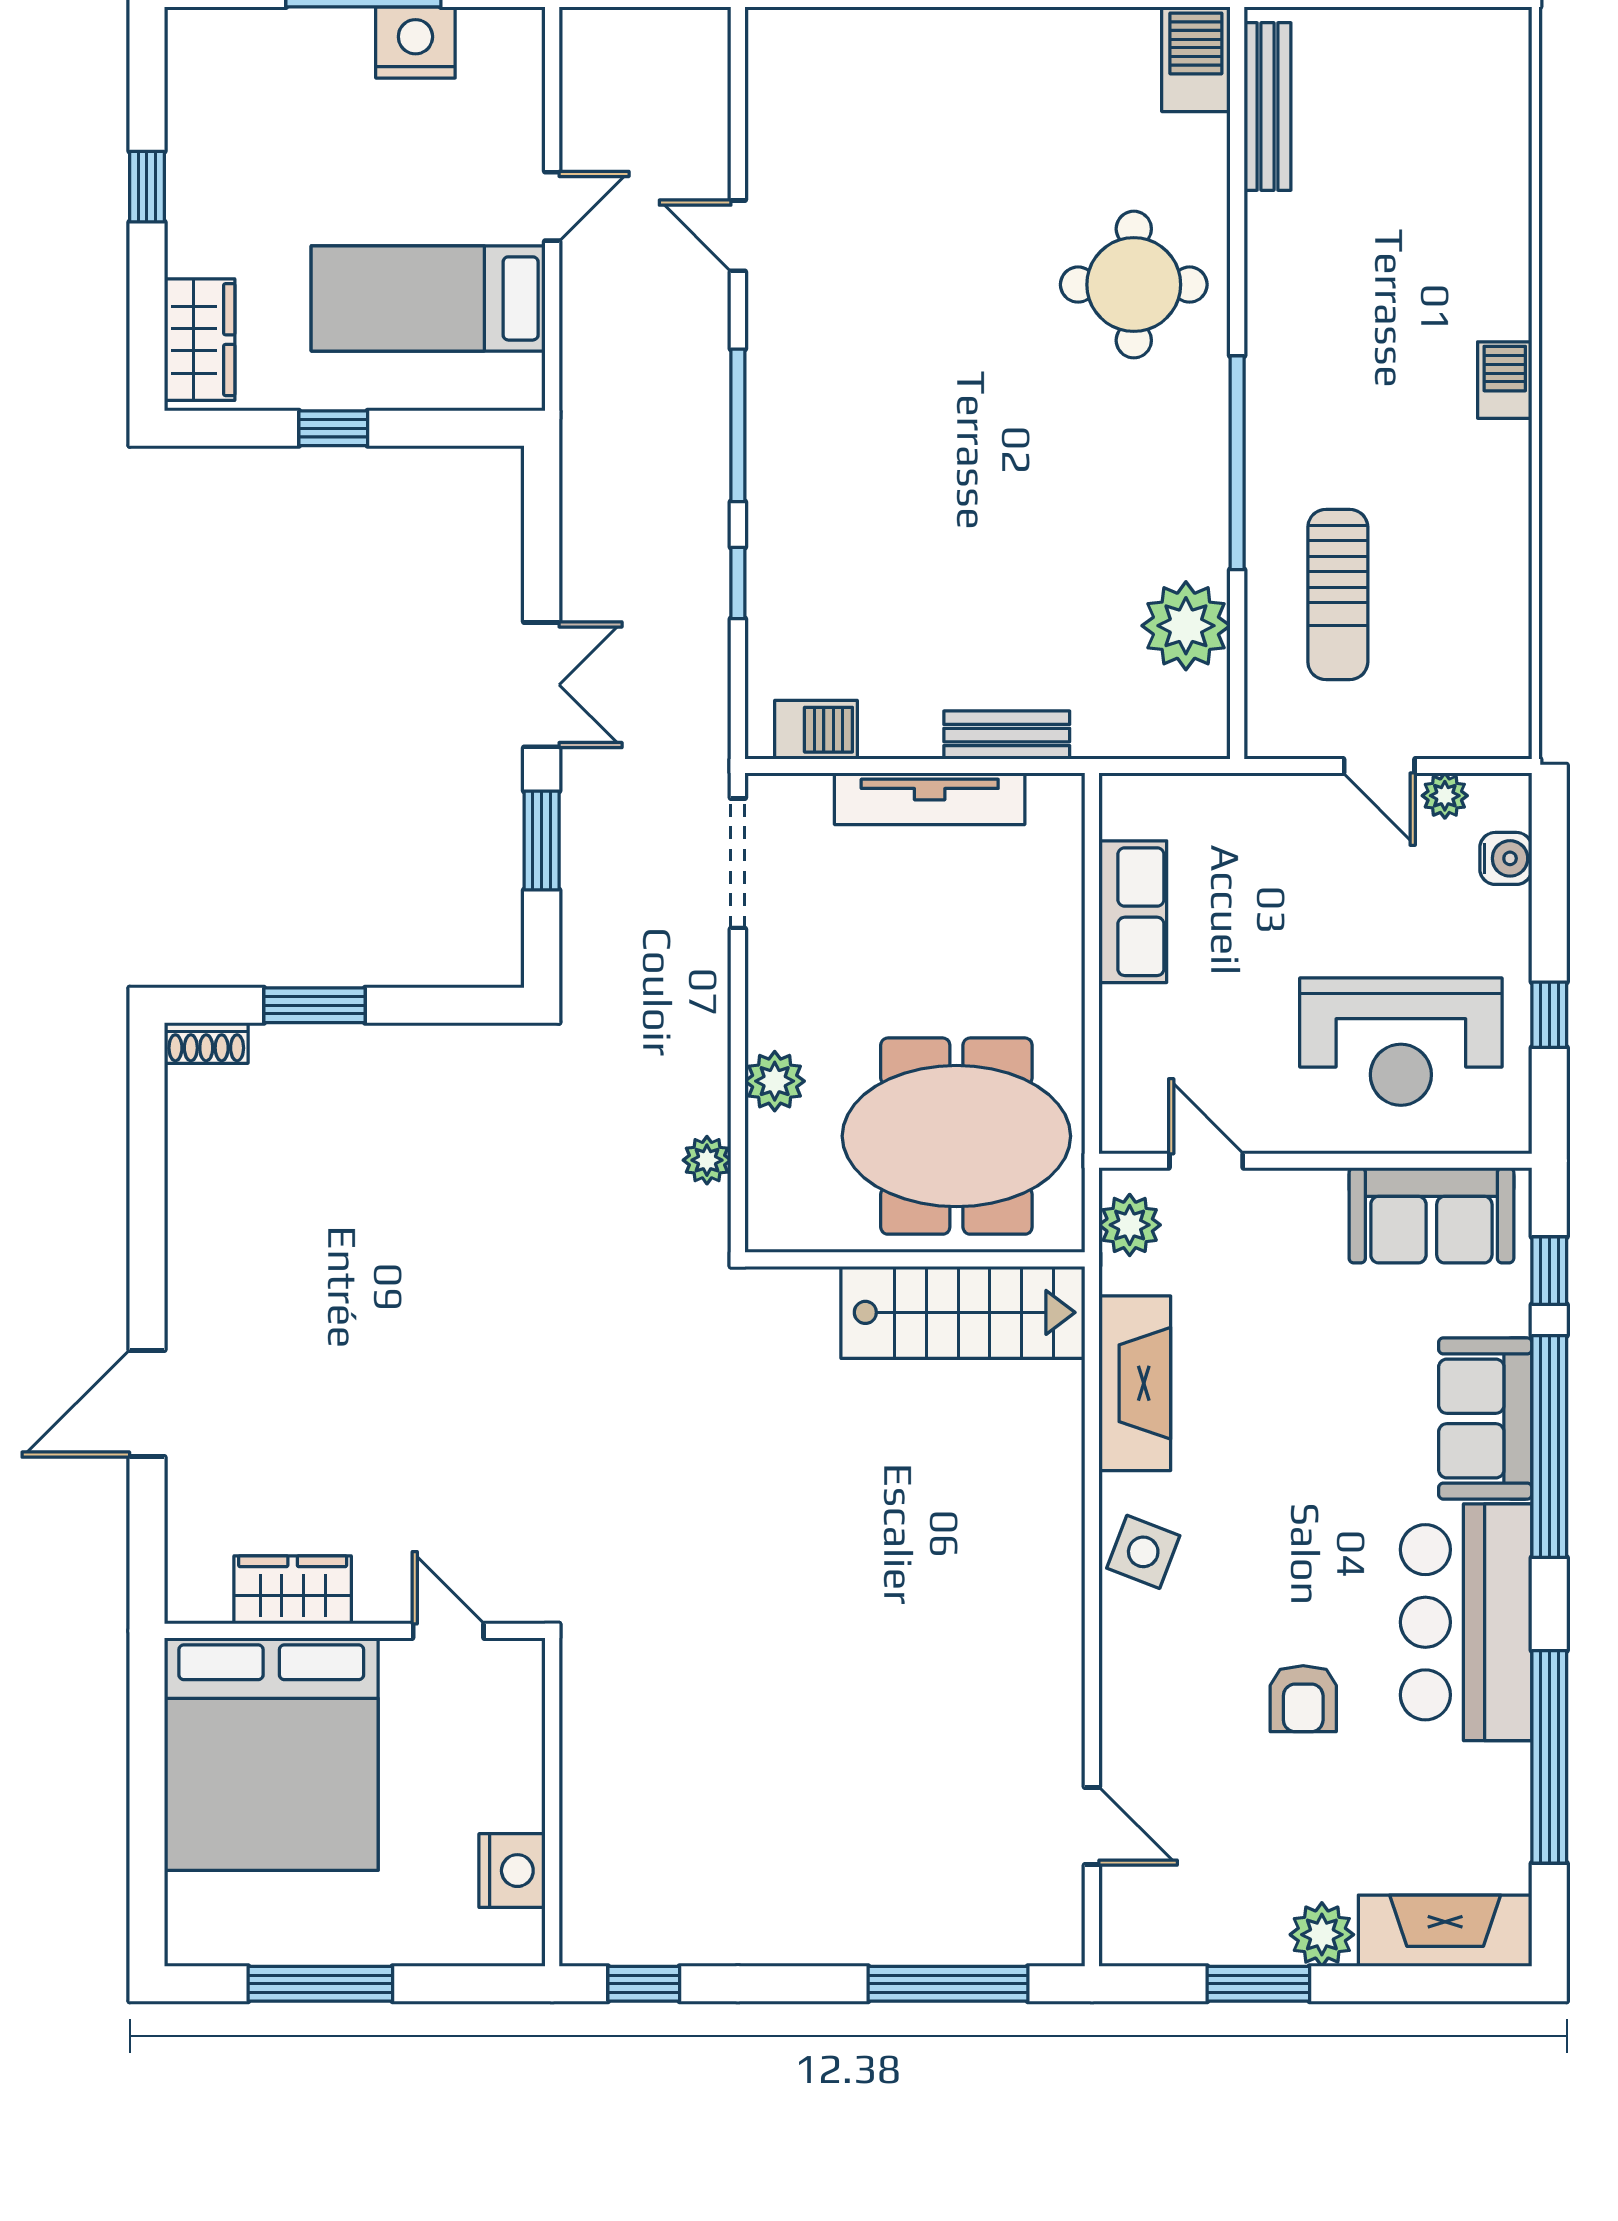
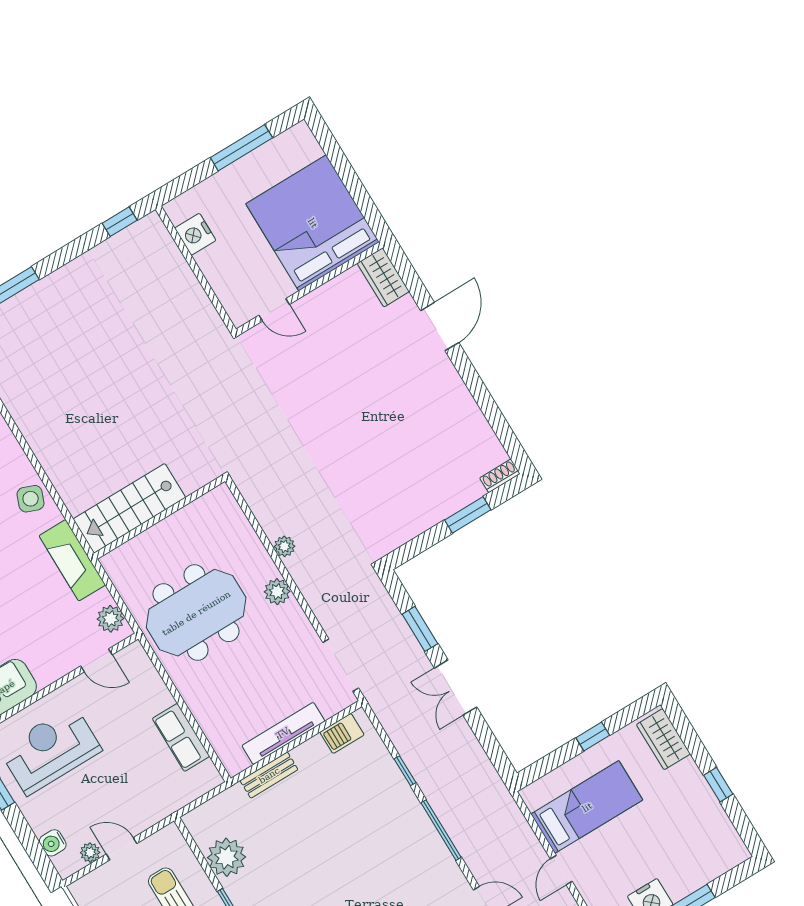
wall: (915, 1259) -> (160, 517), moved
stairs: (963, 1312) -> (129, 508), moved
wardrobe: (293, 1590) -> (383, 277), moved, turned 90

